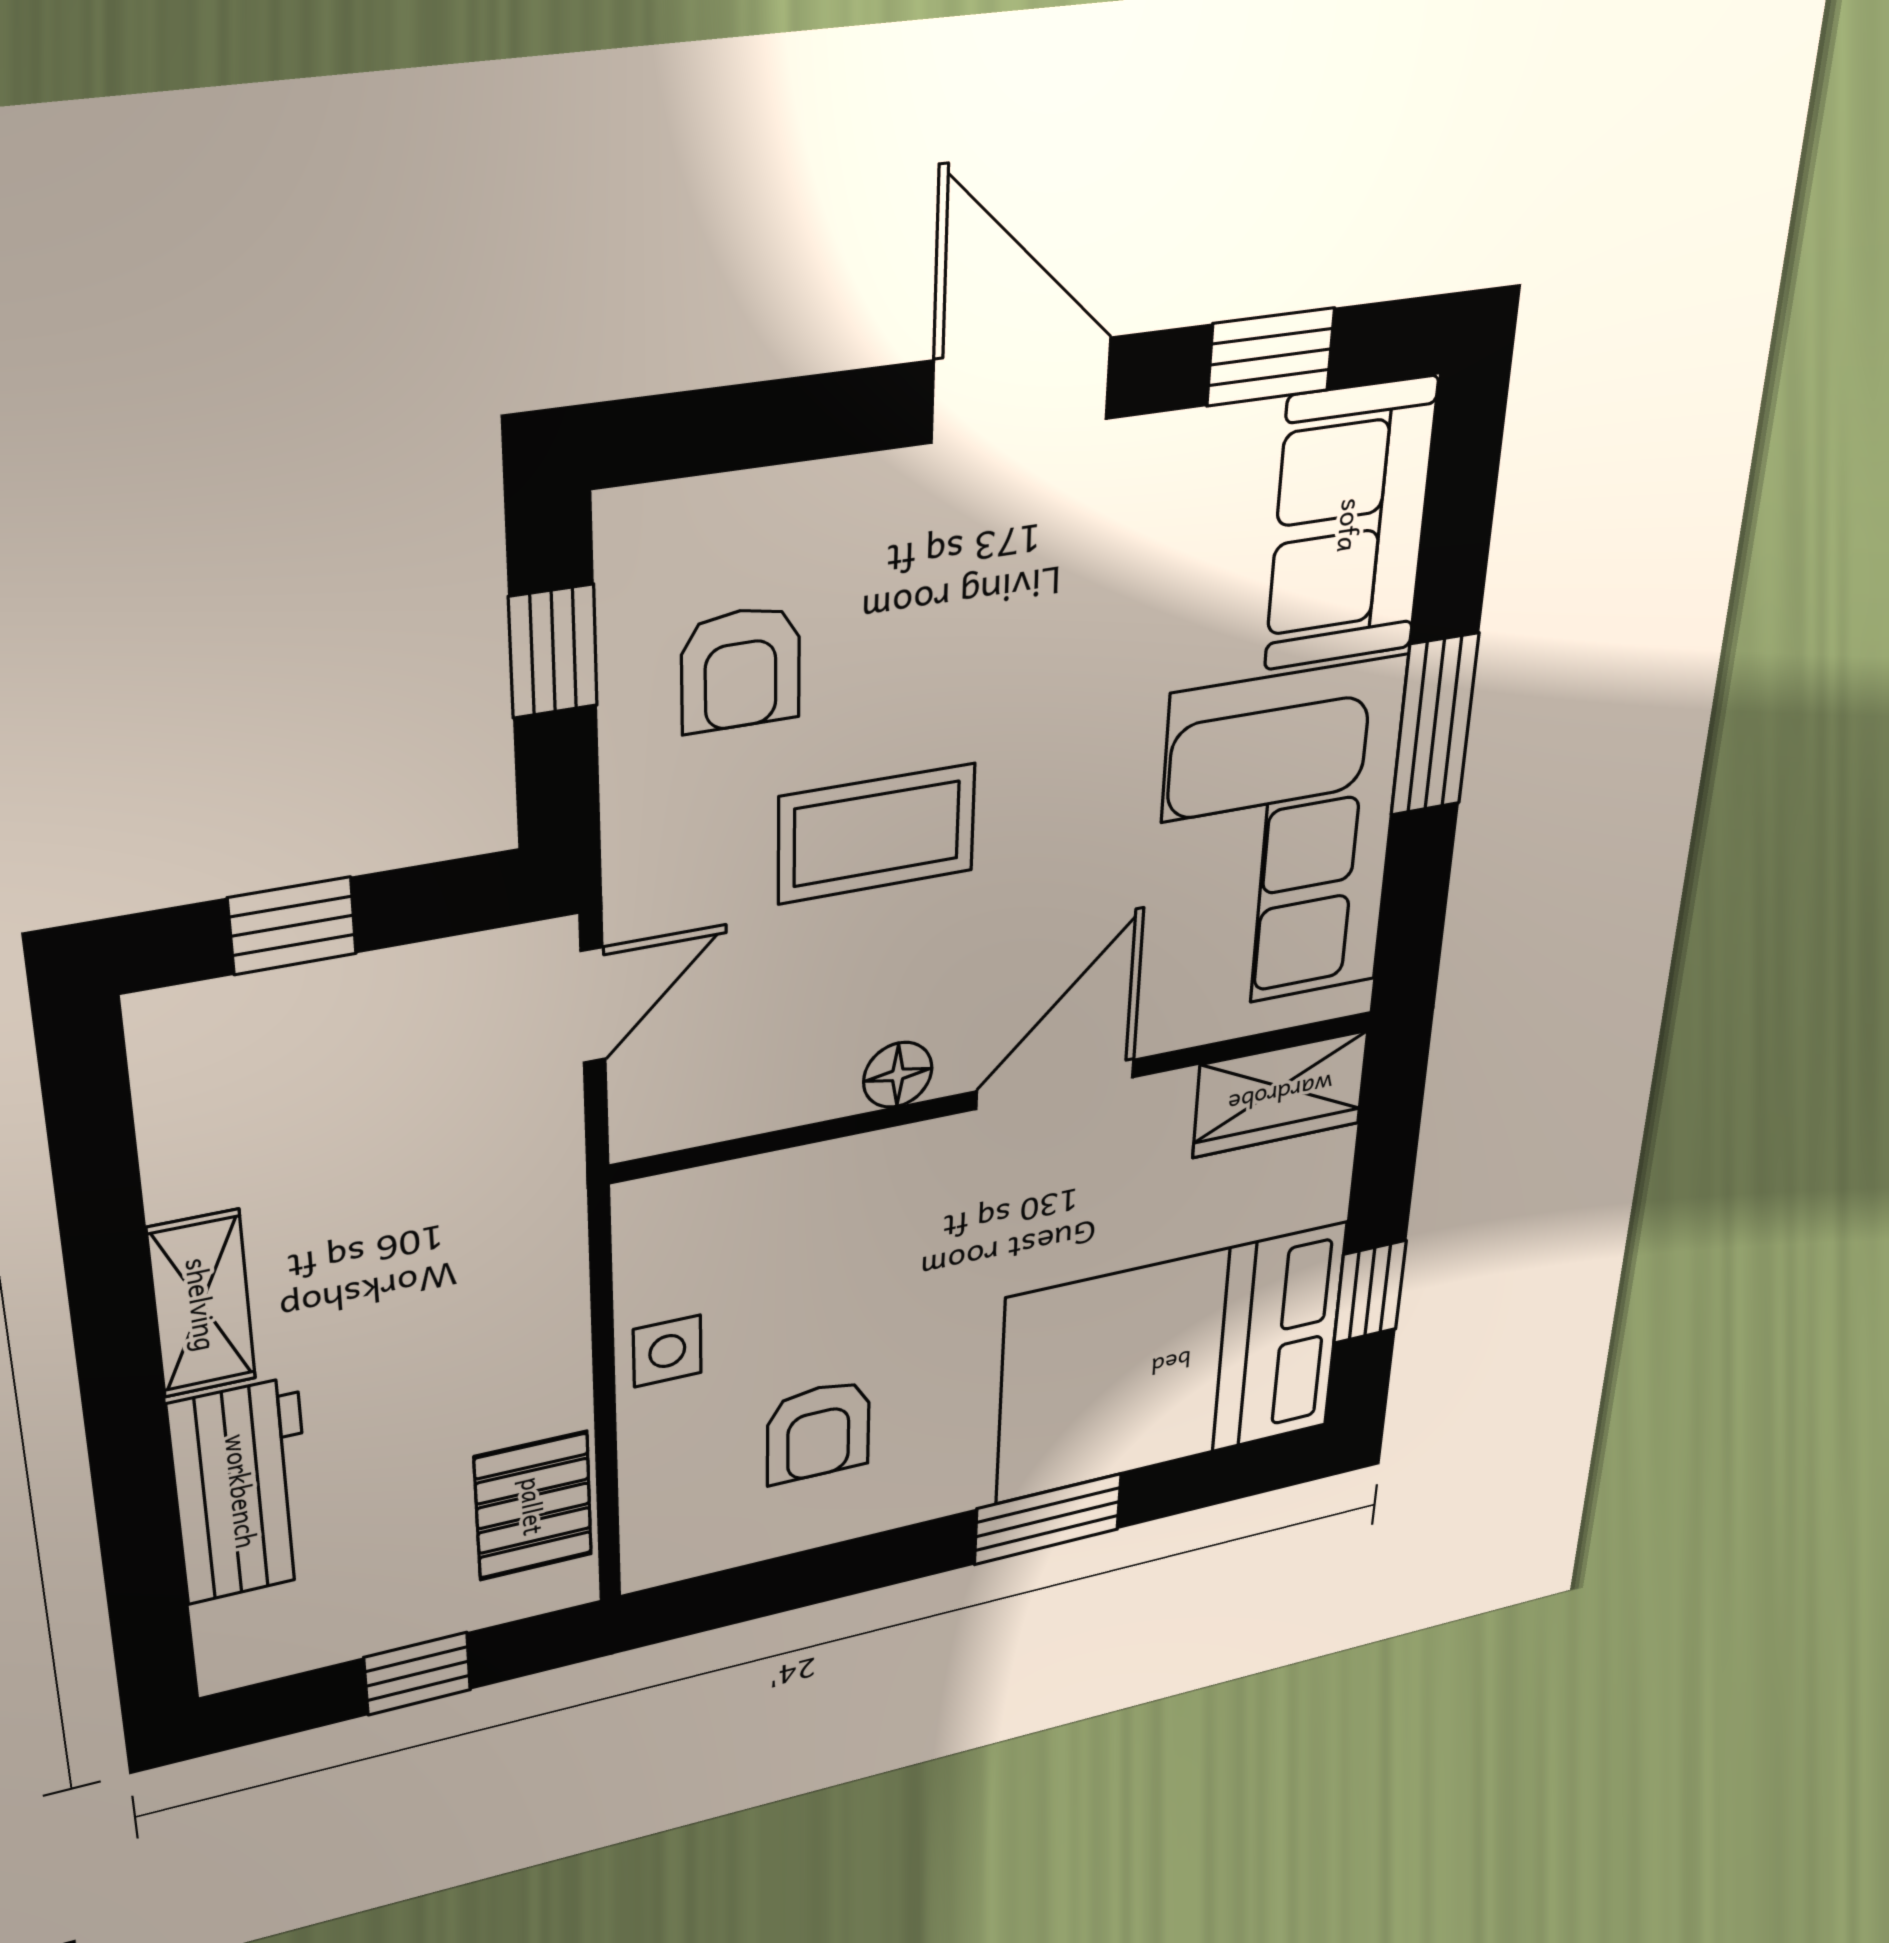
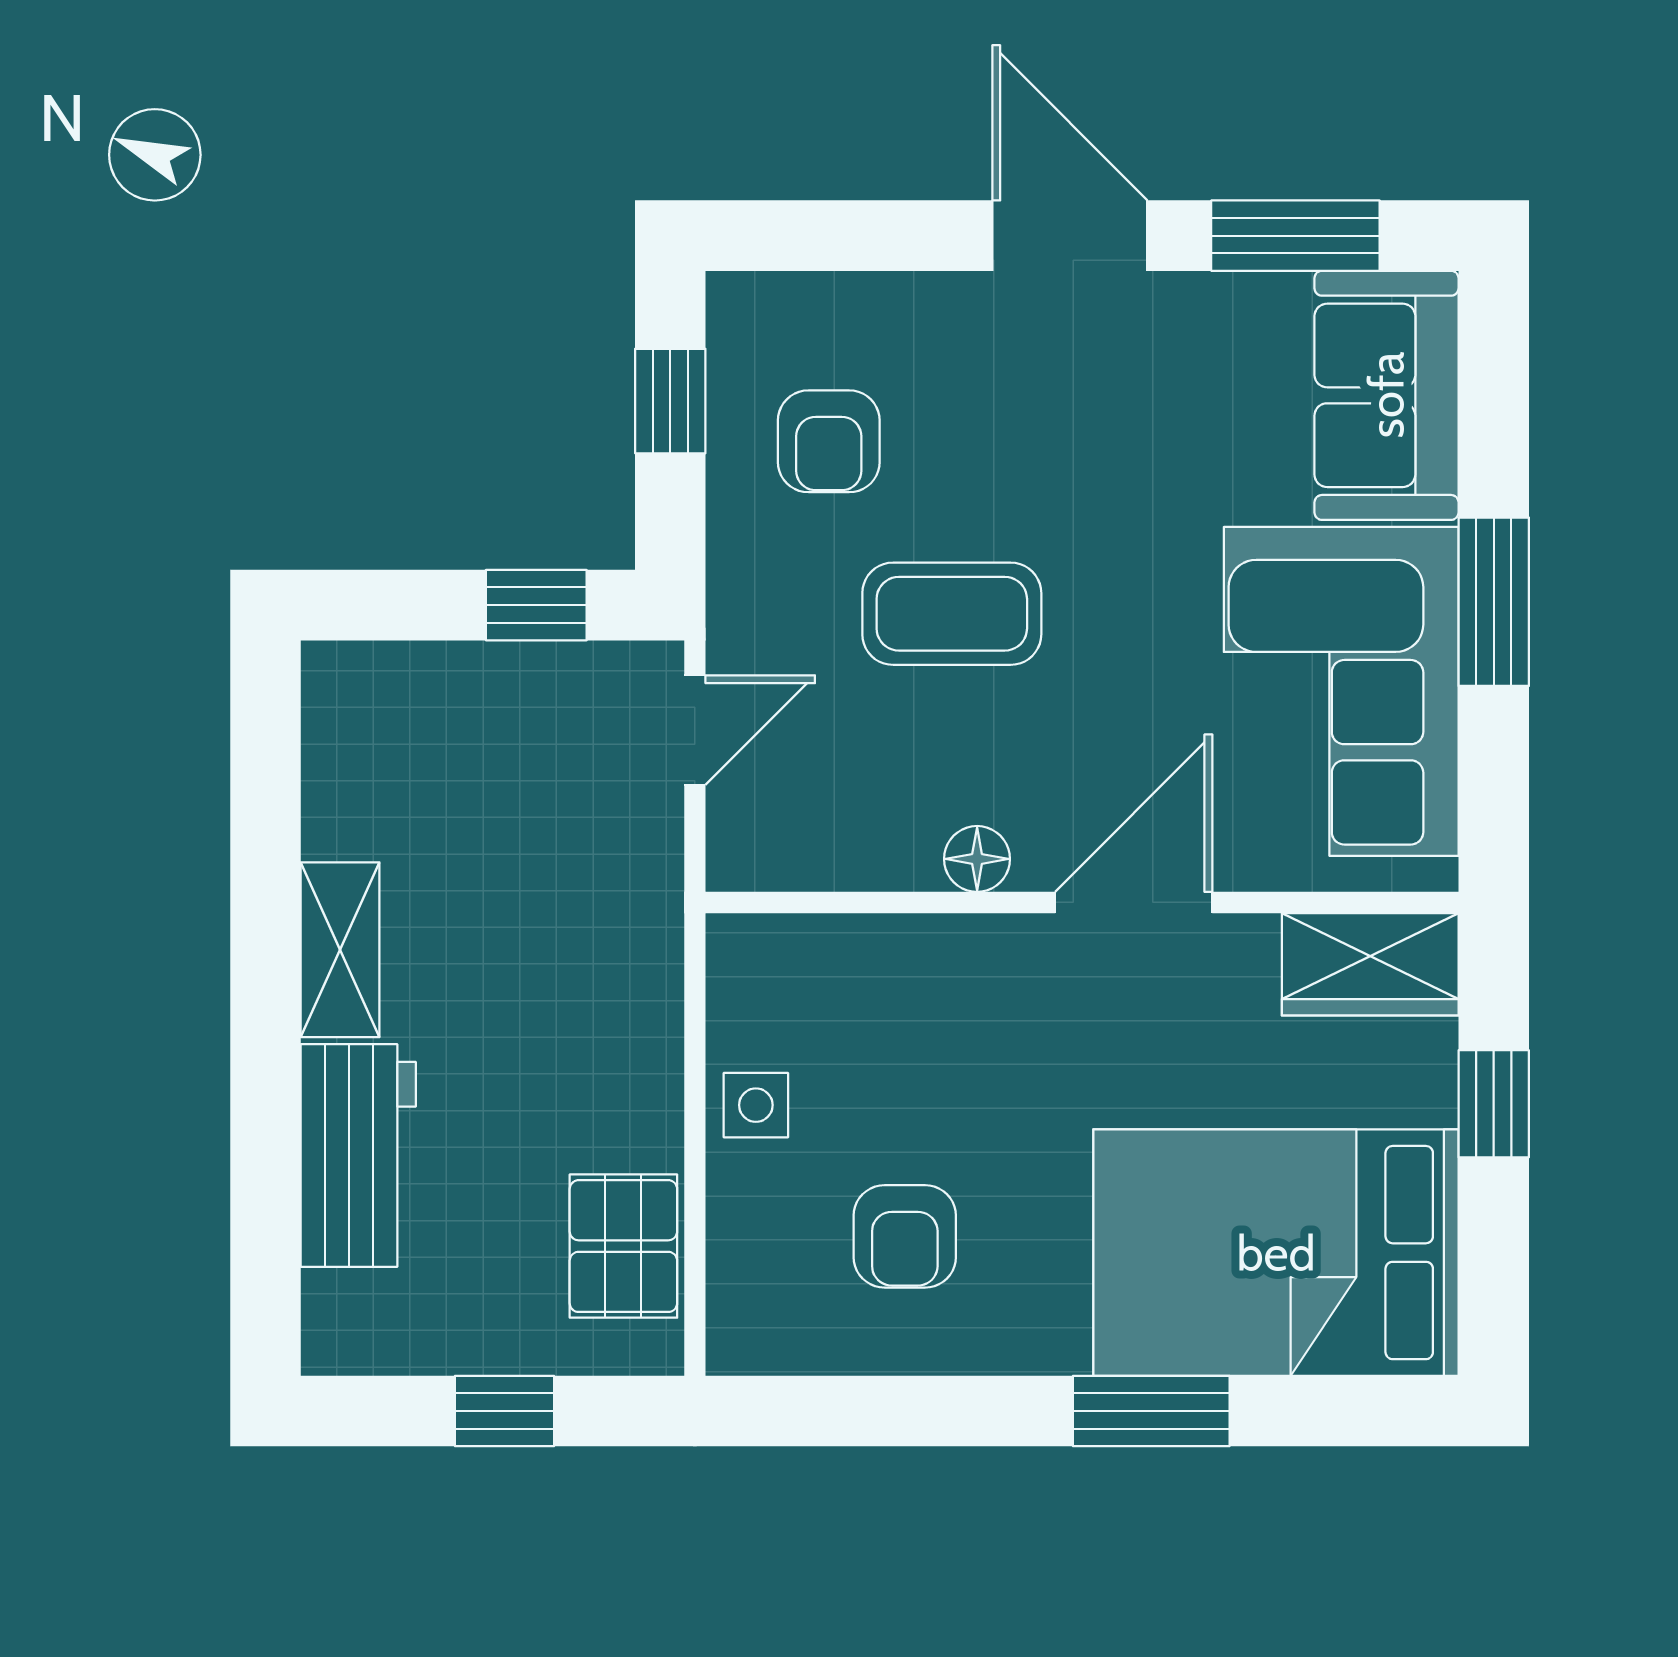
window: (1271, 357) -> (1295, 236), width x1.50
window: (292, 926) -> (536, 605), moved
window: (1370, 1292) -> (1494, 1104), moved

